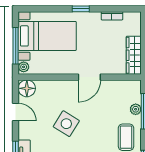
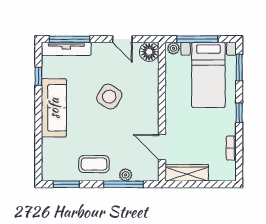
window: (41, 9) -> (239, 68), added
door: (89, 77) -> (162, 147), moved
door: (16, 112) -> (122, 39), hinge flipped

